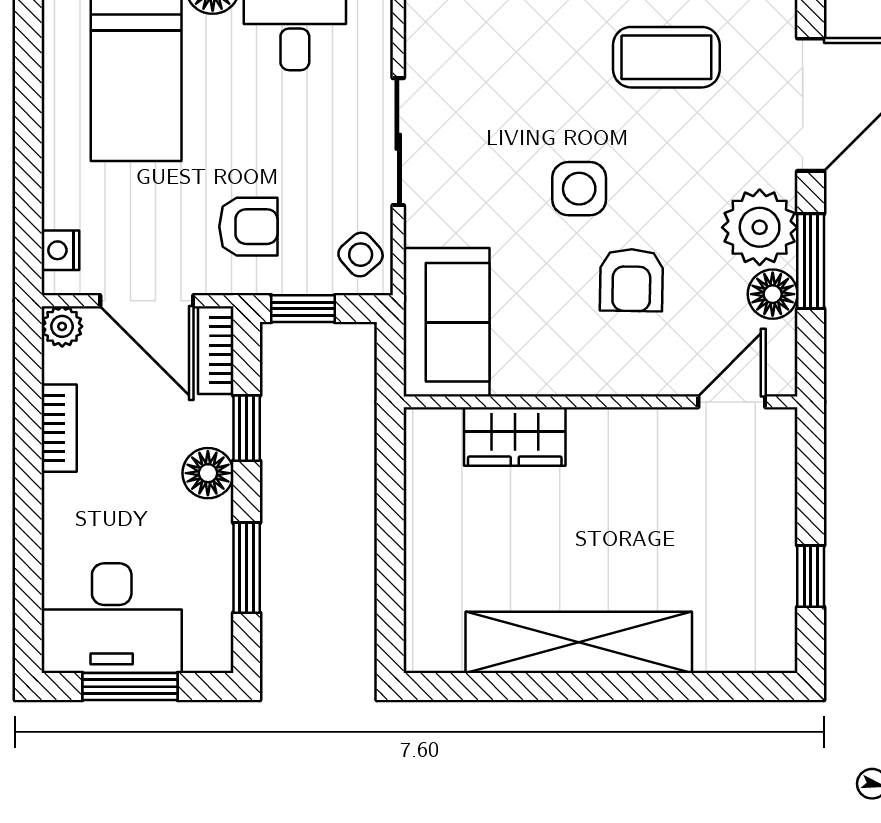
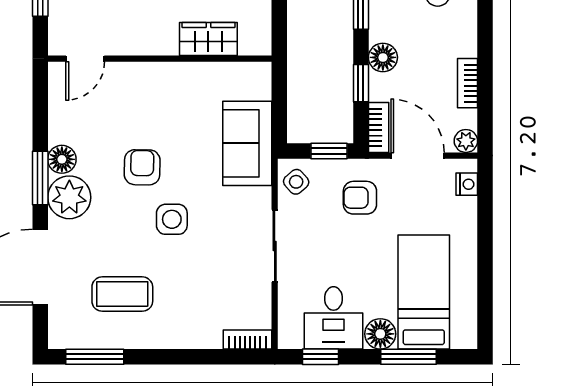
wall: (600, 402) -> (160, 59), moved
door: (732, 402) -> (85, 59), moved
wardrobe: (515, 436) -> (208, 39), moved

